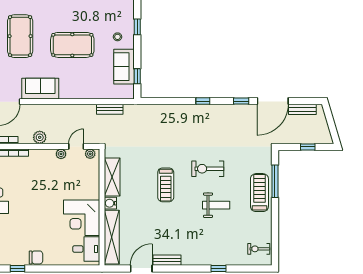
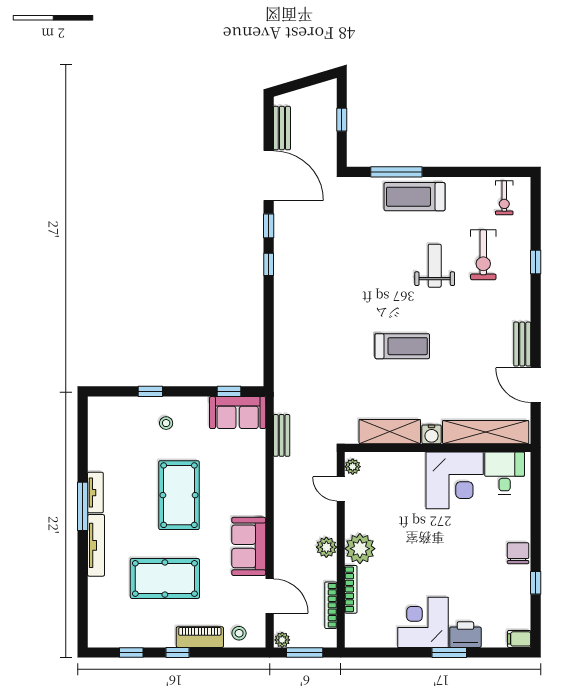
sofa: (124, 67) -> (238, 413), moved
window: (203, 101) -> (269, 264), moved
plant: (61, 154) -> (360, 549), moved, width x1.88, depth x1.88
exercise bike: (208, 169) -> (483, 255), moved

